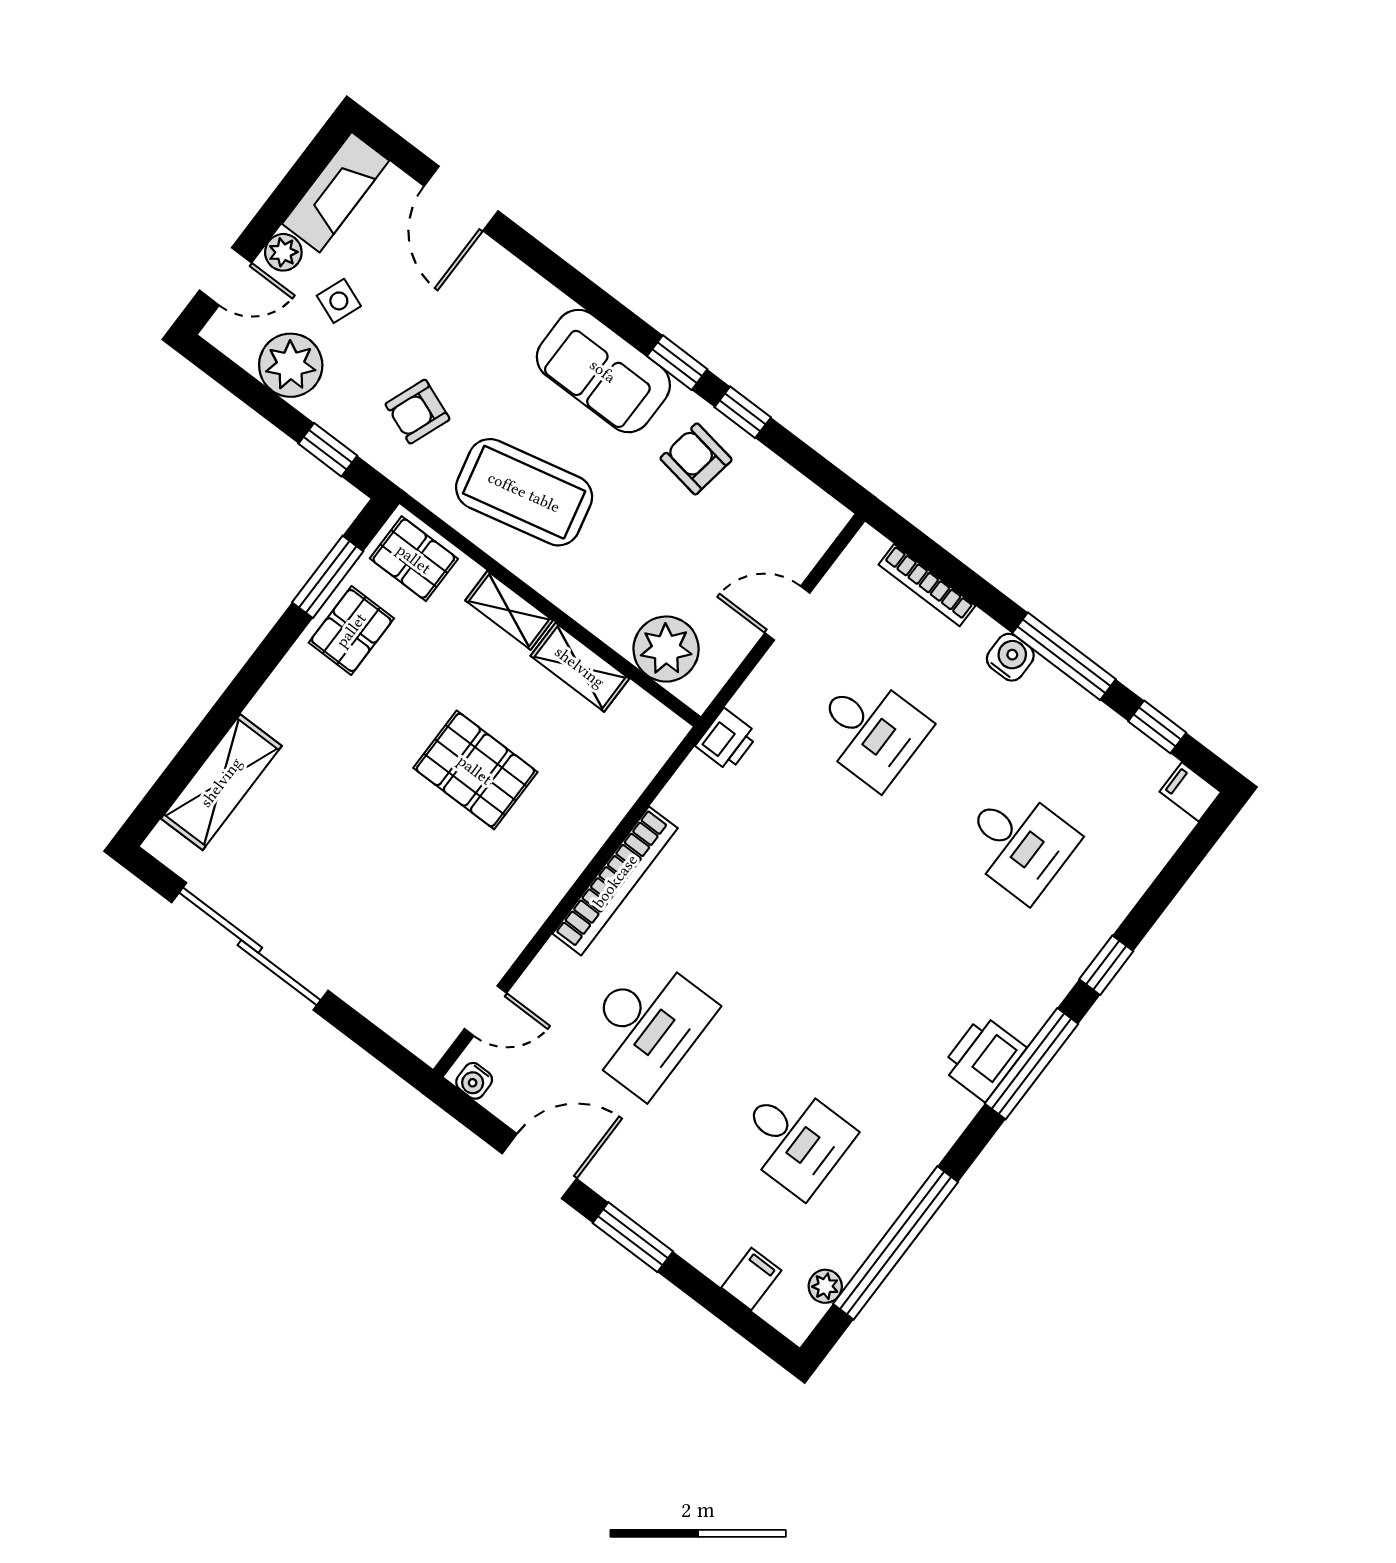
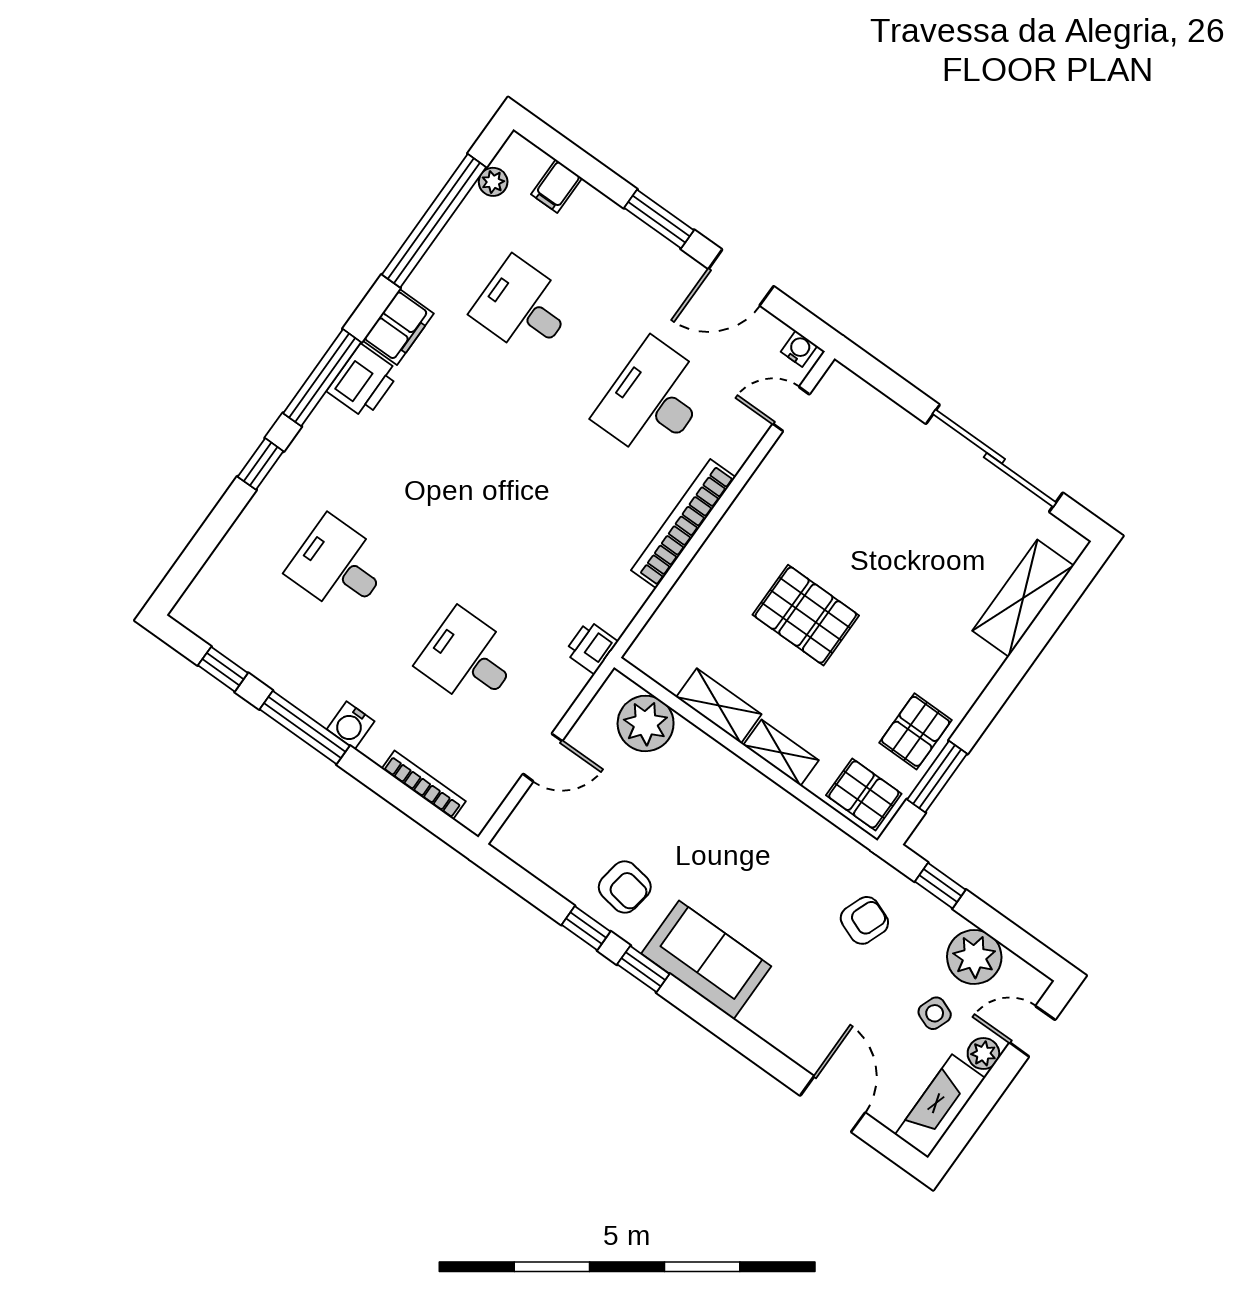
coffee table: (524, 492) -> (771, 854), removed
filing cabinet: (1190, 792) -> (398, 327), moved, width x2.00

